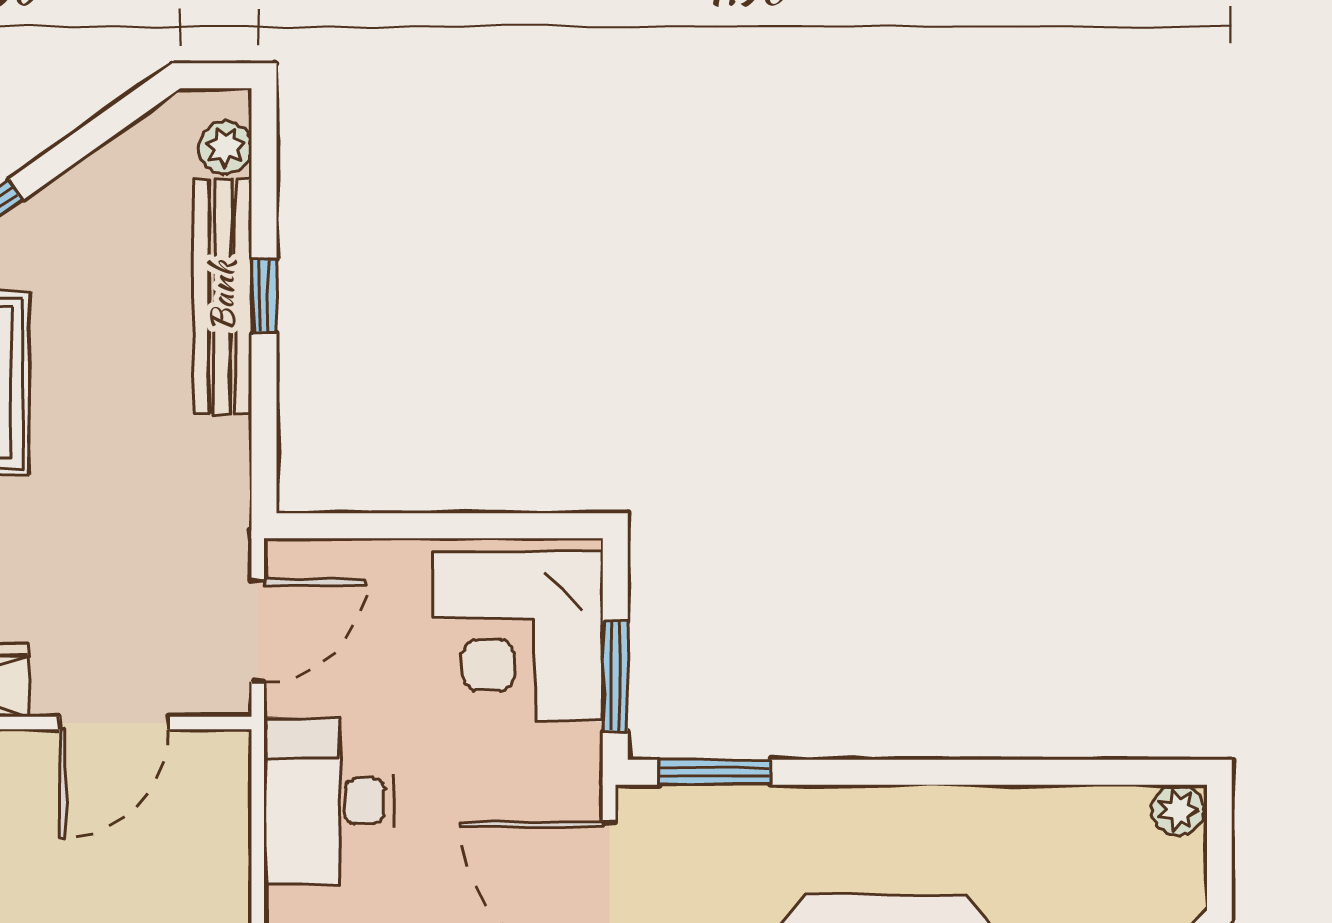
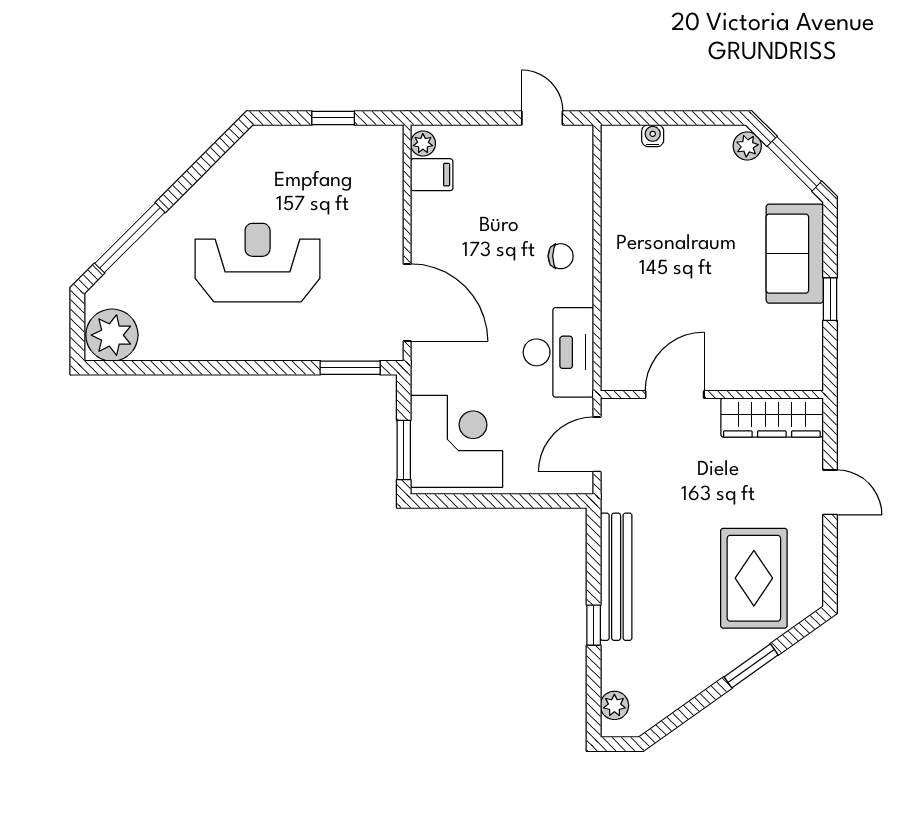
bench: (222, 296) -> (616, 577), moved
window: (615, 676) -> (404, 450), moved
plant: (1178, 810) -> (112, 335), width x1.88, depth x1.88

